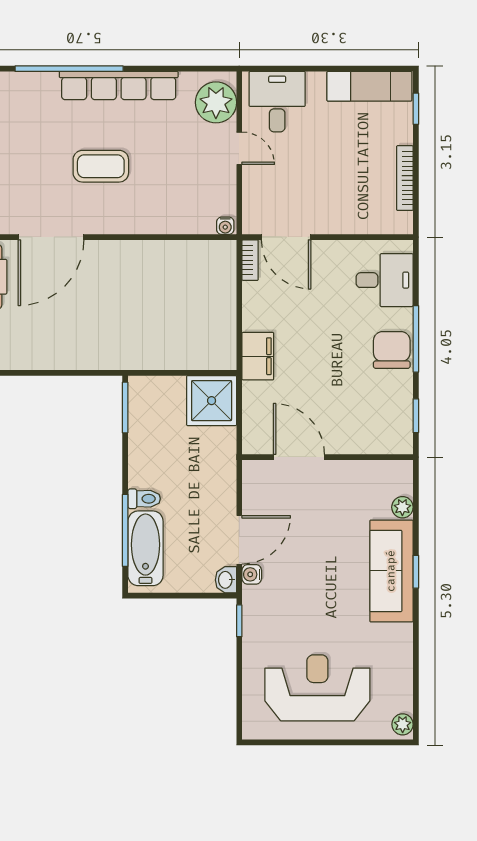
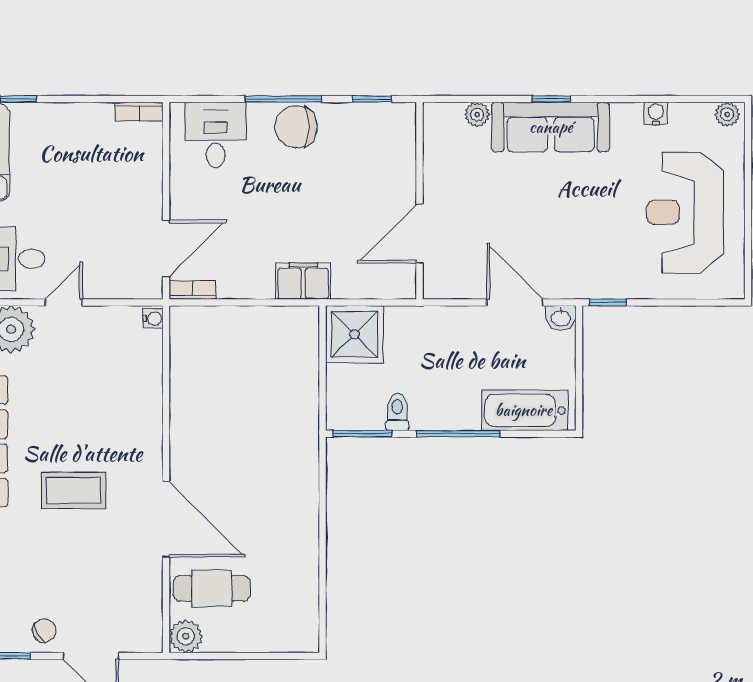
coffee table: (101, 166) -> (73, 490), moved, turned 90
bookcase: (405, 178) -> (139, 112), moved, width x0.64
toilet: (144, 499) -> (397, 412), moved
window: (125, 530) -> (458, 434), moved
water cooler: (252, 574) -> (656, 113), moved, turned 180

